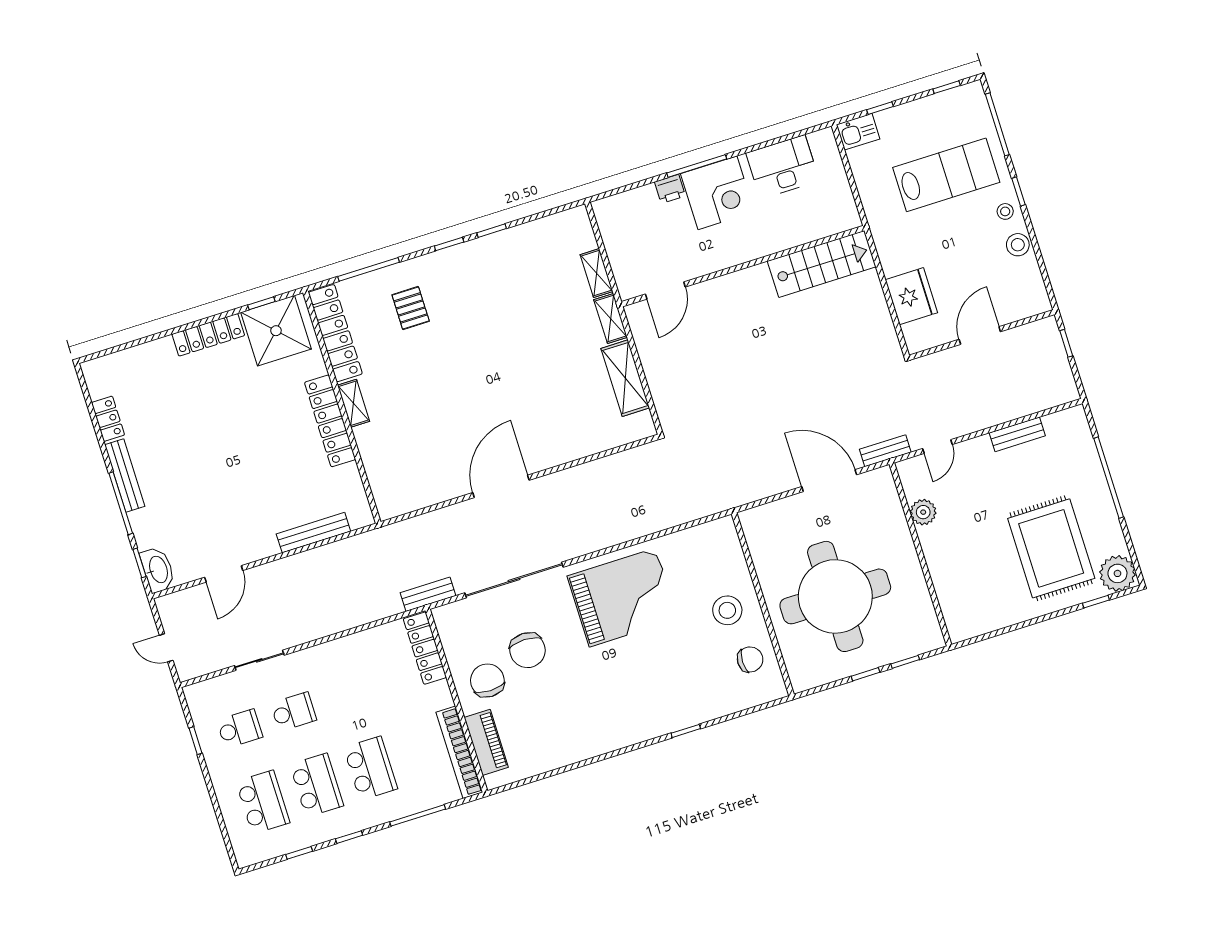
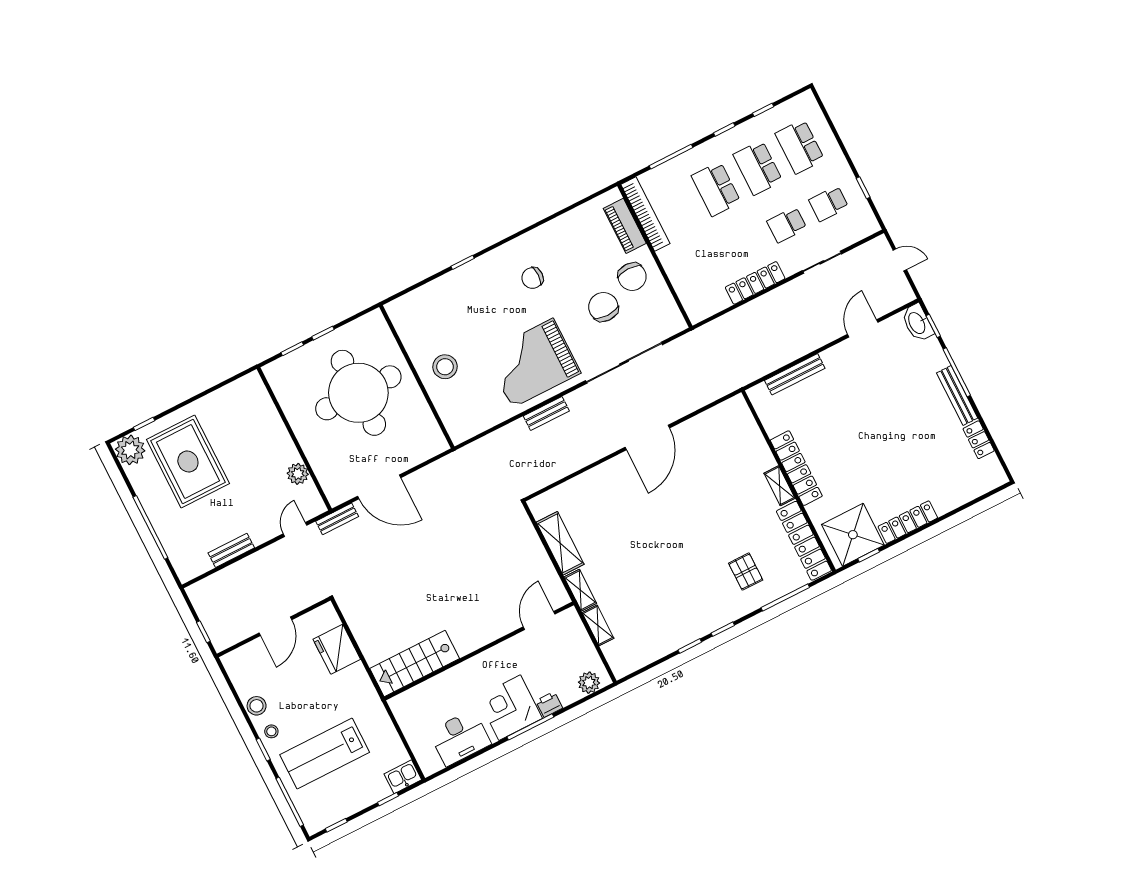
plant: (618, 207) -> (589, 683), added
bench: (428, 594) -> (546, 413), moved
locker: (425, 648) -> (755, 283), moved, turned -90
chair: (750, 659) -> (533, 278), moved

